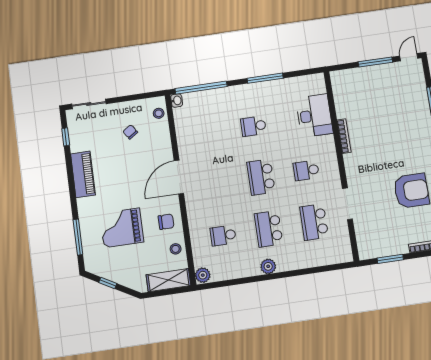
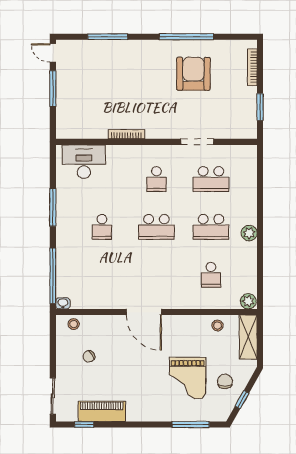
desk: (314, 116) -> (84, 162), moved
piano: (83, 174) -> (102, 411), moved
chair: (166, 222) -> (225, 381), moved

